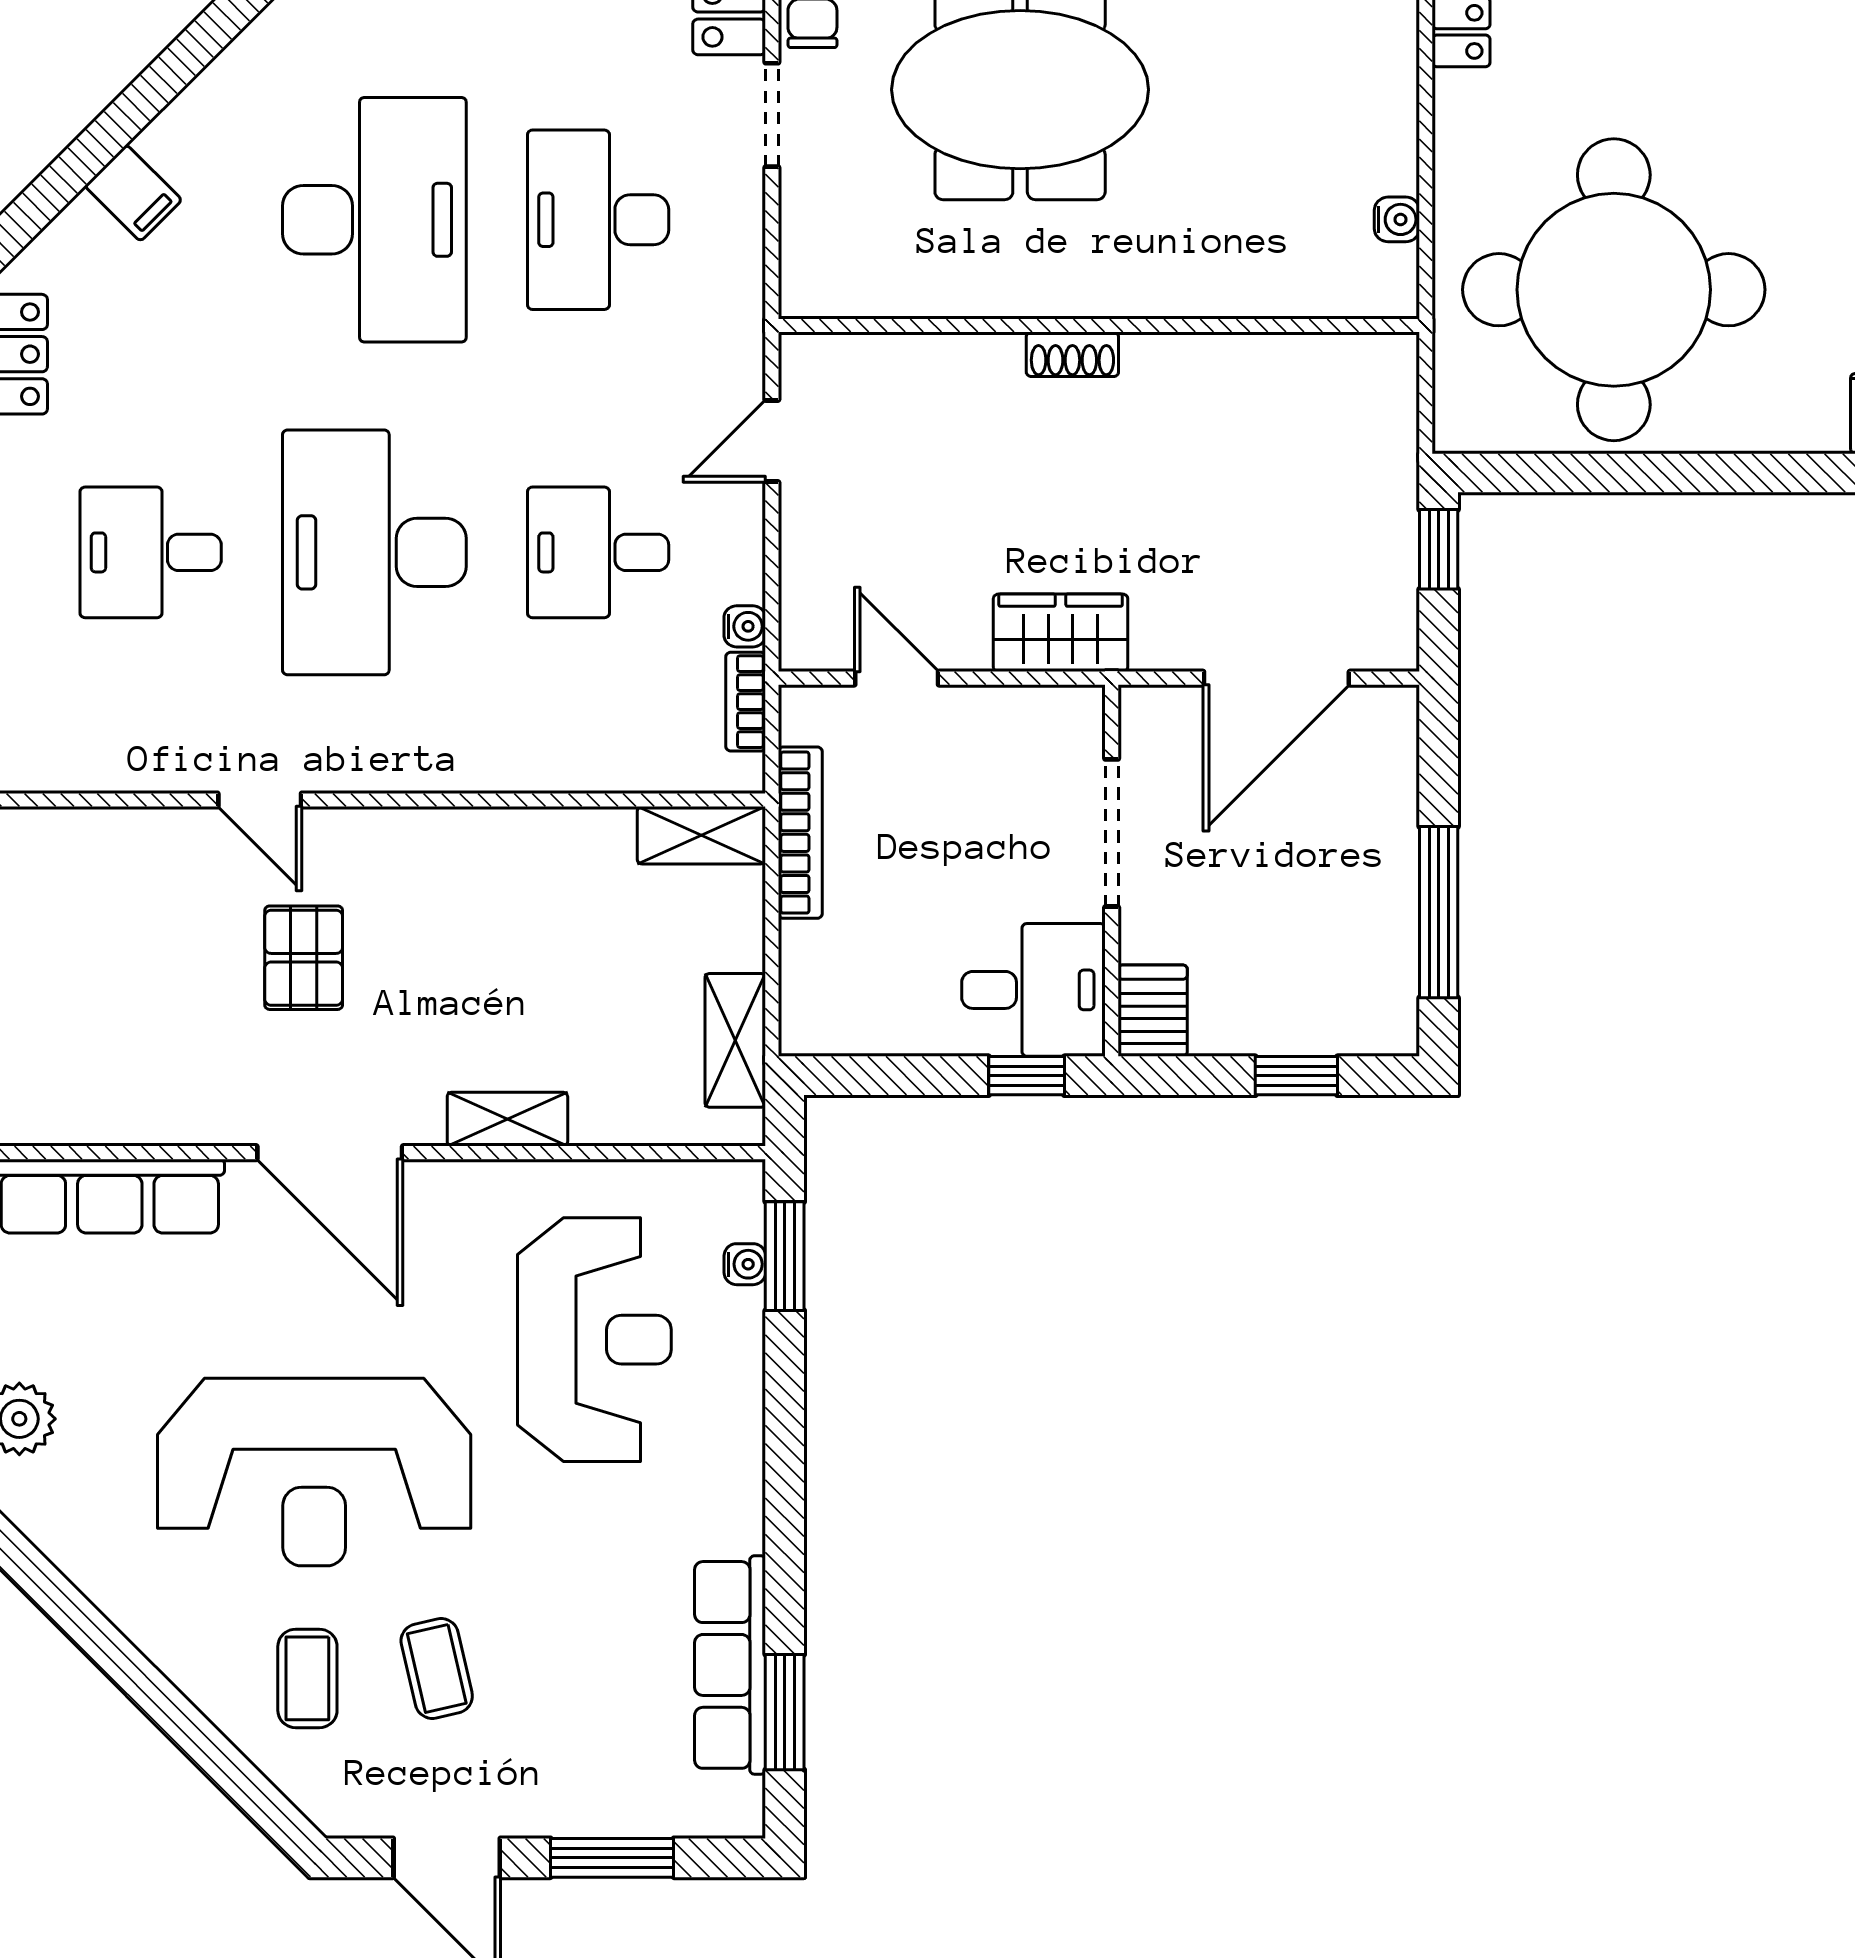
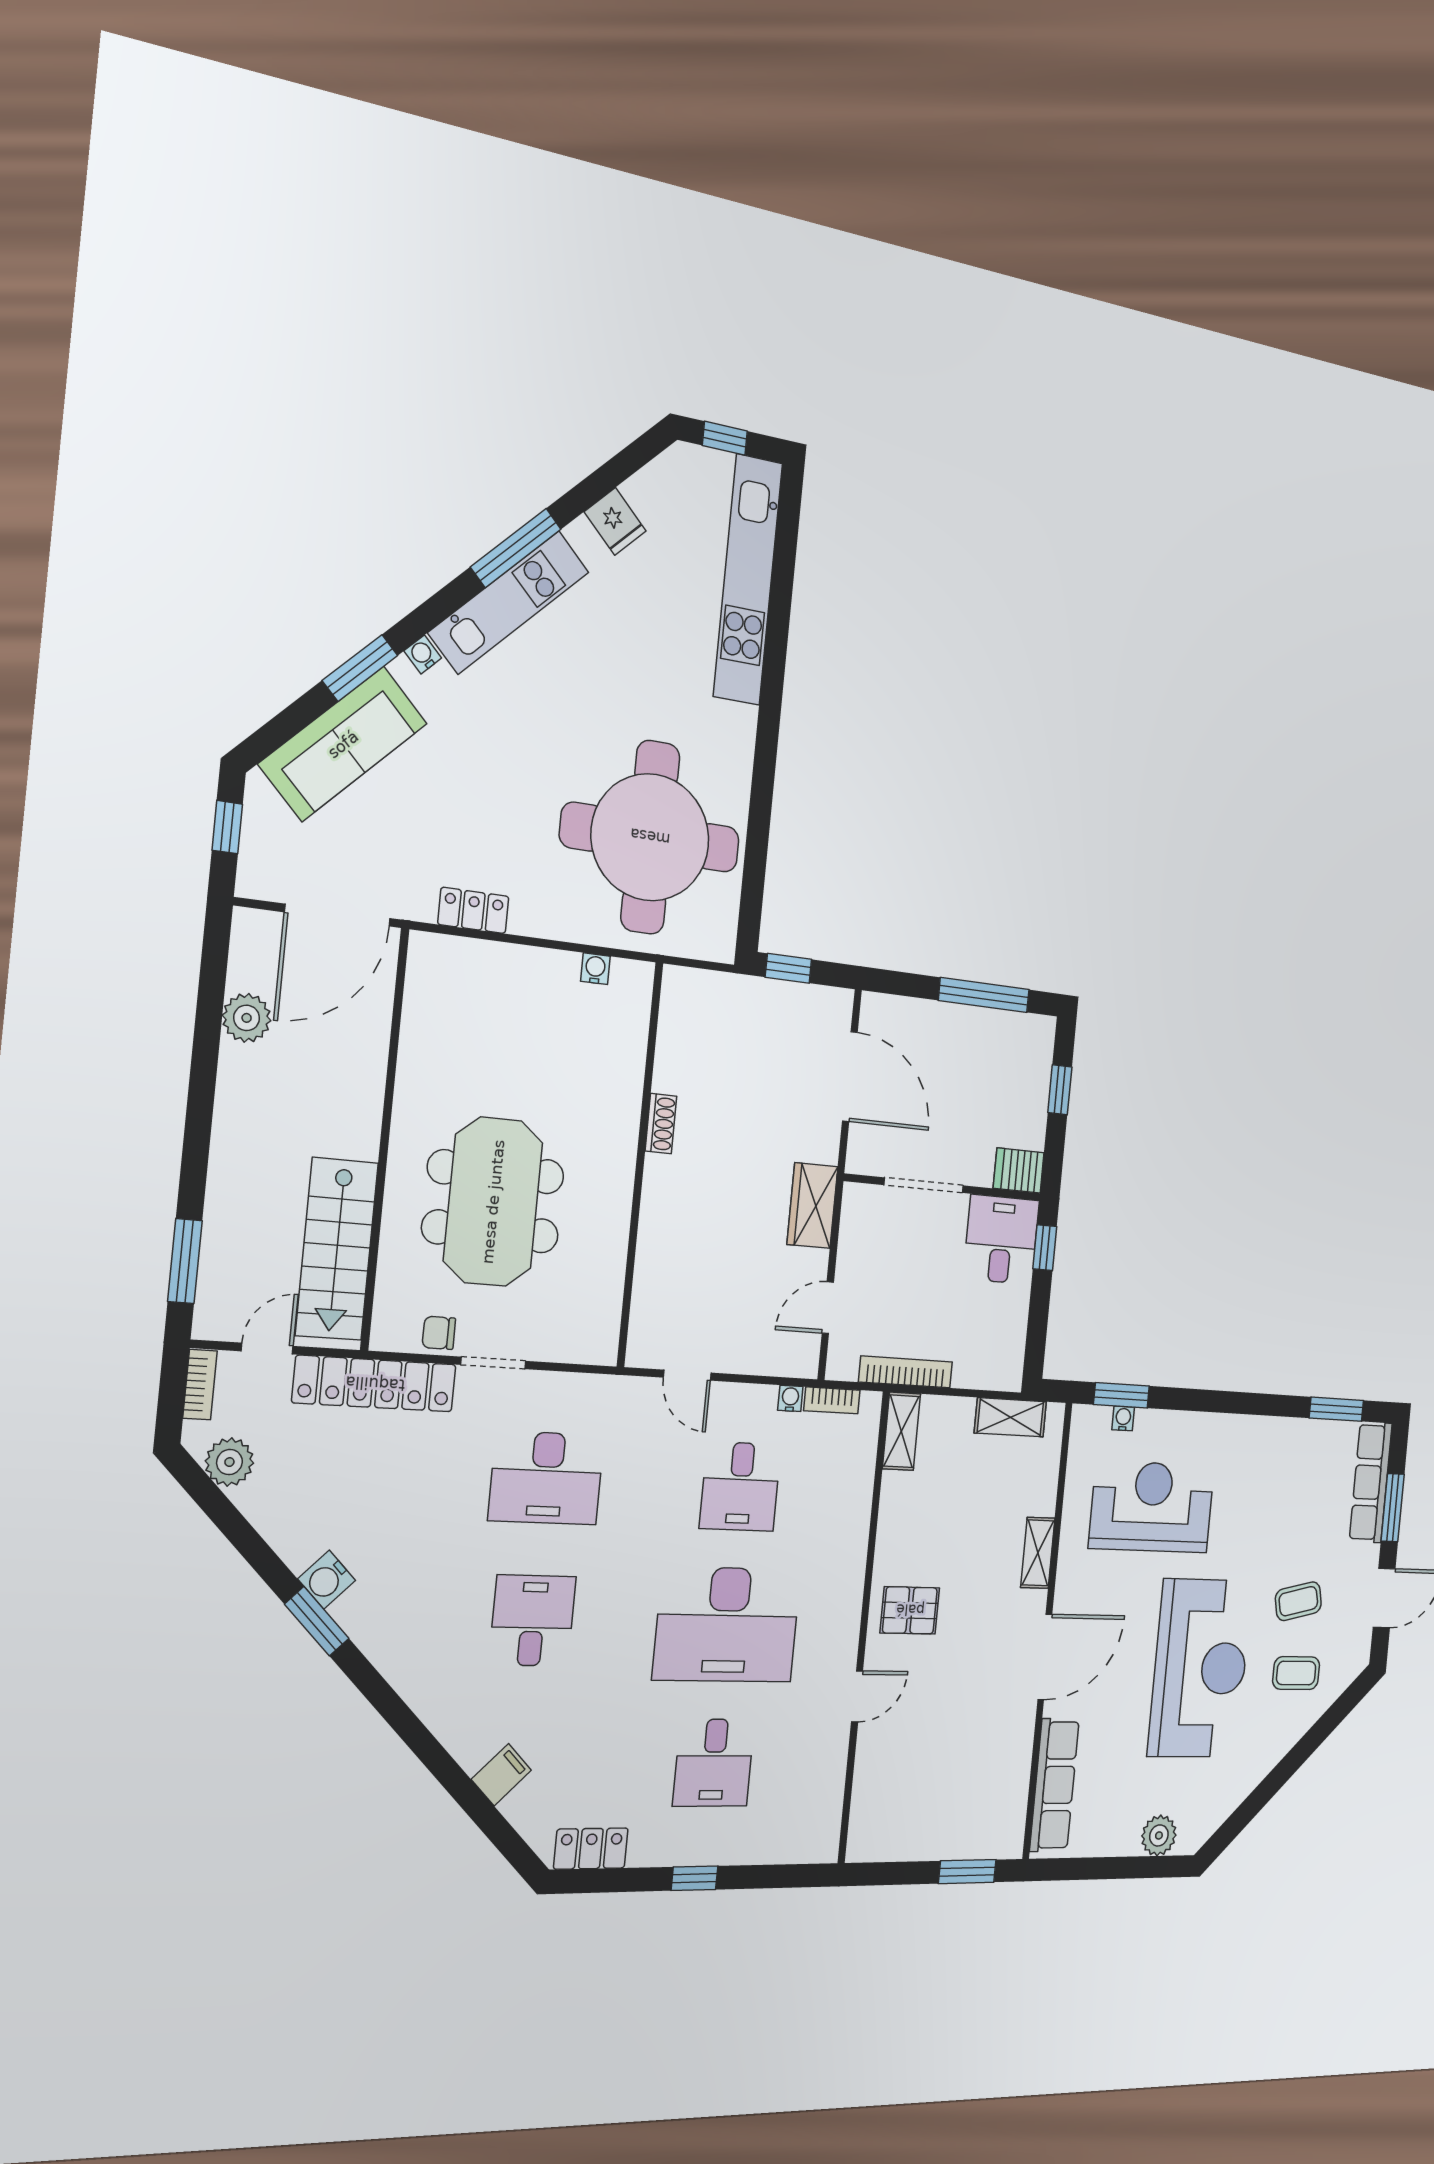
desk: (374, 220) -> (533, 1621), width x0.53, depth x0.77
shoe rack: (1072, 354) -> (661, 1124), moved
pallet: (304, 958) -> (910, 1610), moved
row of seats: (730, 1665) -> (1371, 1482), moved, turned 90

